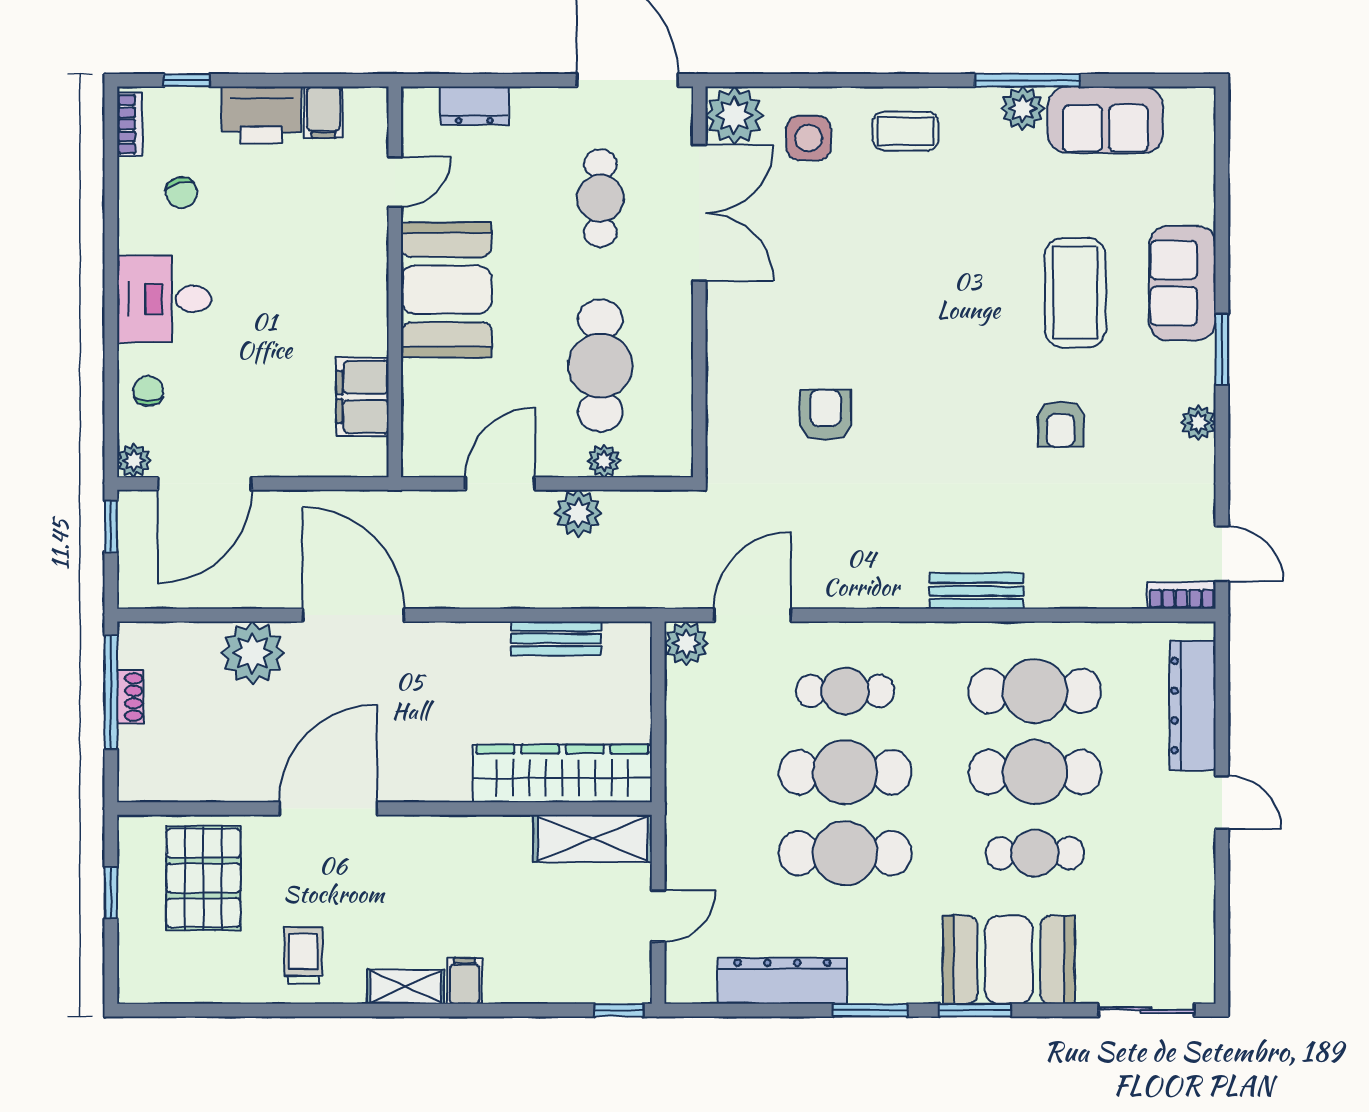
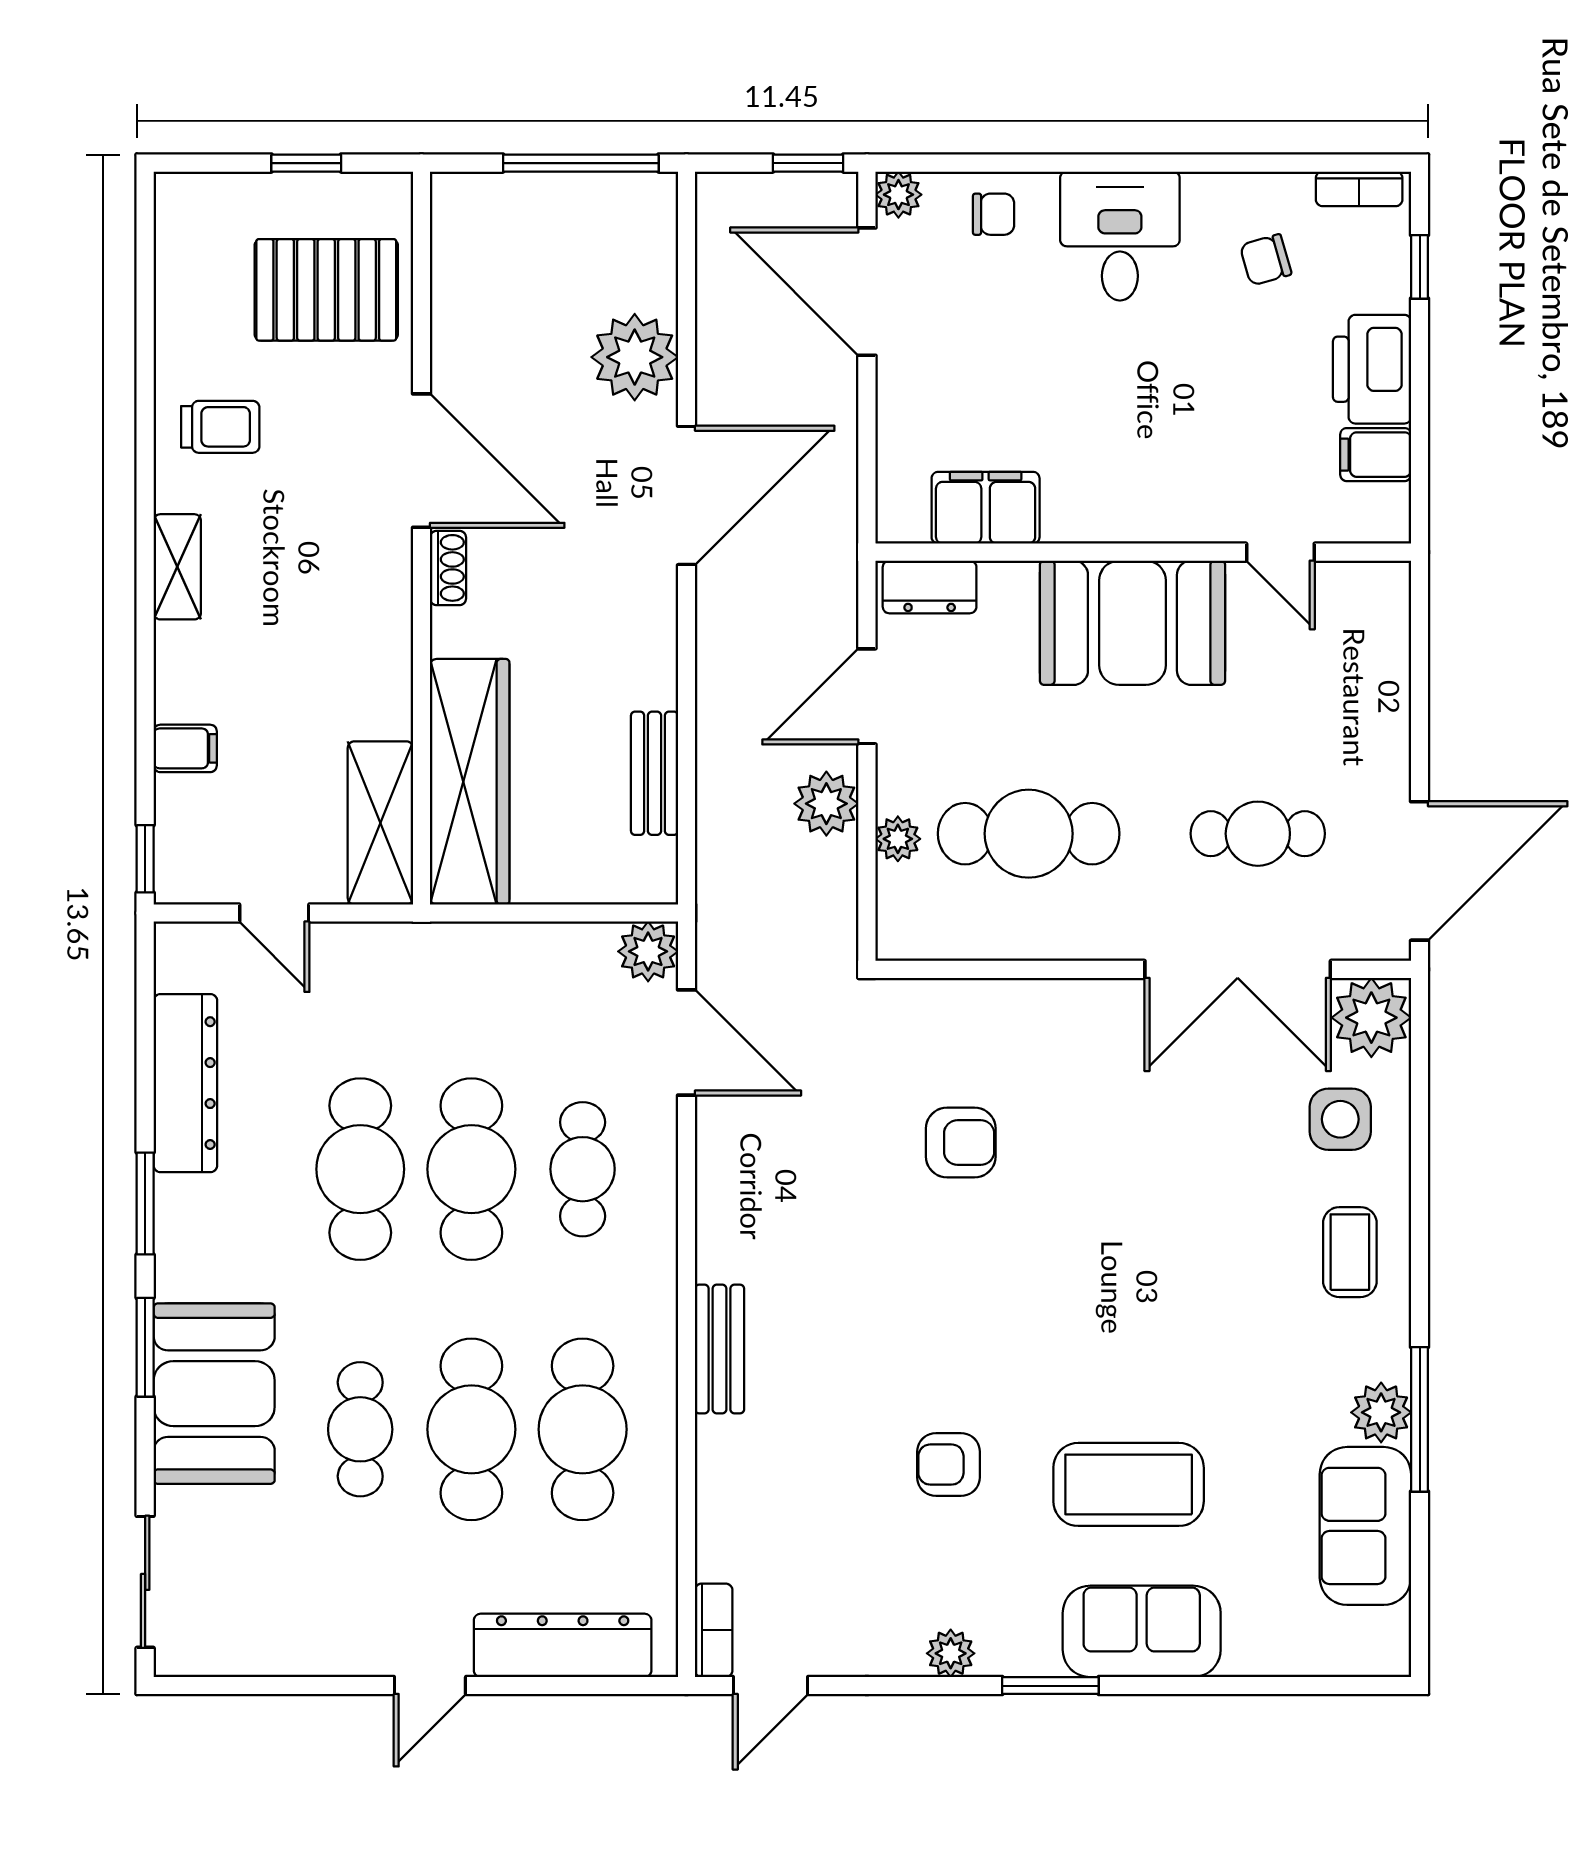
dresser: (474, 106) -> (930, 587), moved, turned -90
door: (500, 483) -> (867, 696), swing flipped
shoe rack: (130, 697) -> (448, 568), moved, turned -90
filing cabinet: (465, 981) -> (185, 748), moved

